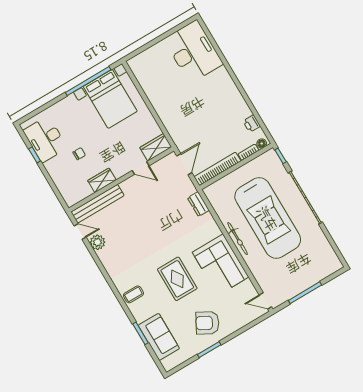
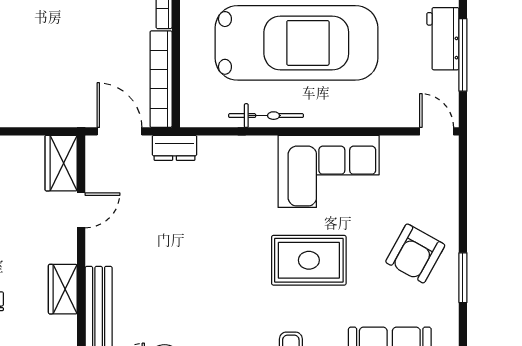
dresser: (198, 204) -> (174, 148), moved
bicycle: (238, 239) -> (266, 116), moved
workbench: (307, 280) -> (443, 39), added
door: (265, 301) -> (437, 131), swing flipped

